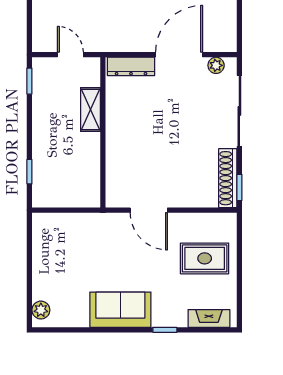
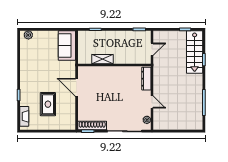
door: (179, 55) -> (152, 102), width x0.53
shelving: (91, 109) -> (102, 59), moved
door: (149, 210) -> (77, 87), hinge flipped
rug: (205, 258) -> (48, 104), moved
sofa: (120, 310) -> (67, 45), moved, turned 180

